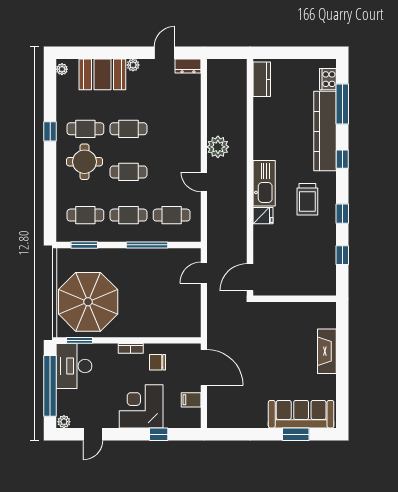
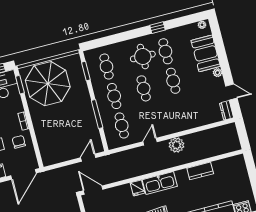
kitchen counter: (262, 79) -> (200, 171), moved
door: (204, 273) -> (88, 158), hinge flipped

